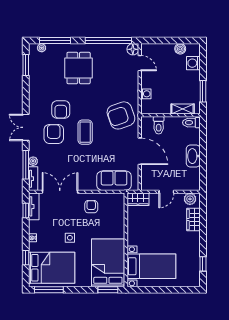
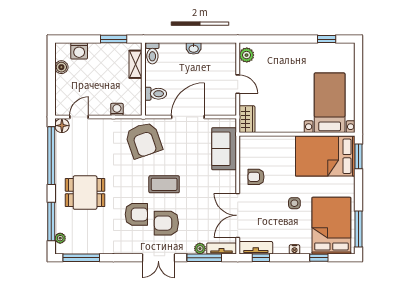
window: (26, 65) -> (81, 258), width x1.44
washbasin: (193, 156) -> (194, 48), width x0.52, depth x0.69
wardrobe: (193, 220) -> (272, 51), removed

